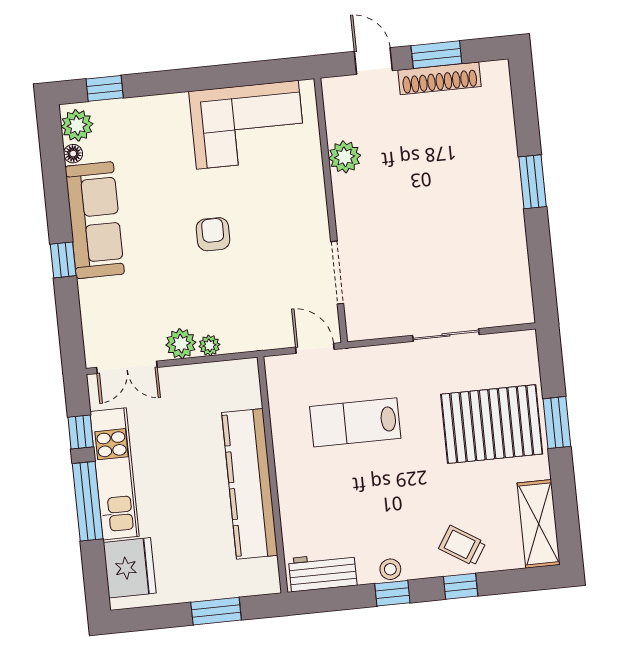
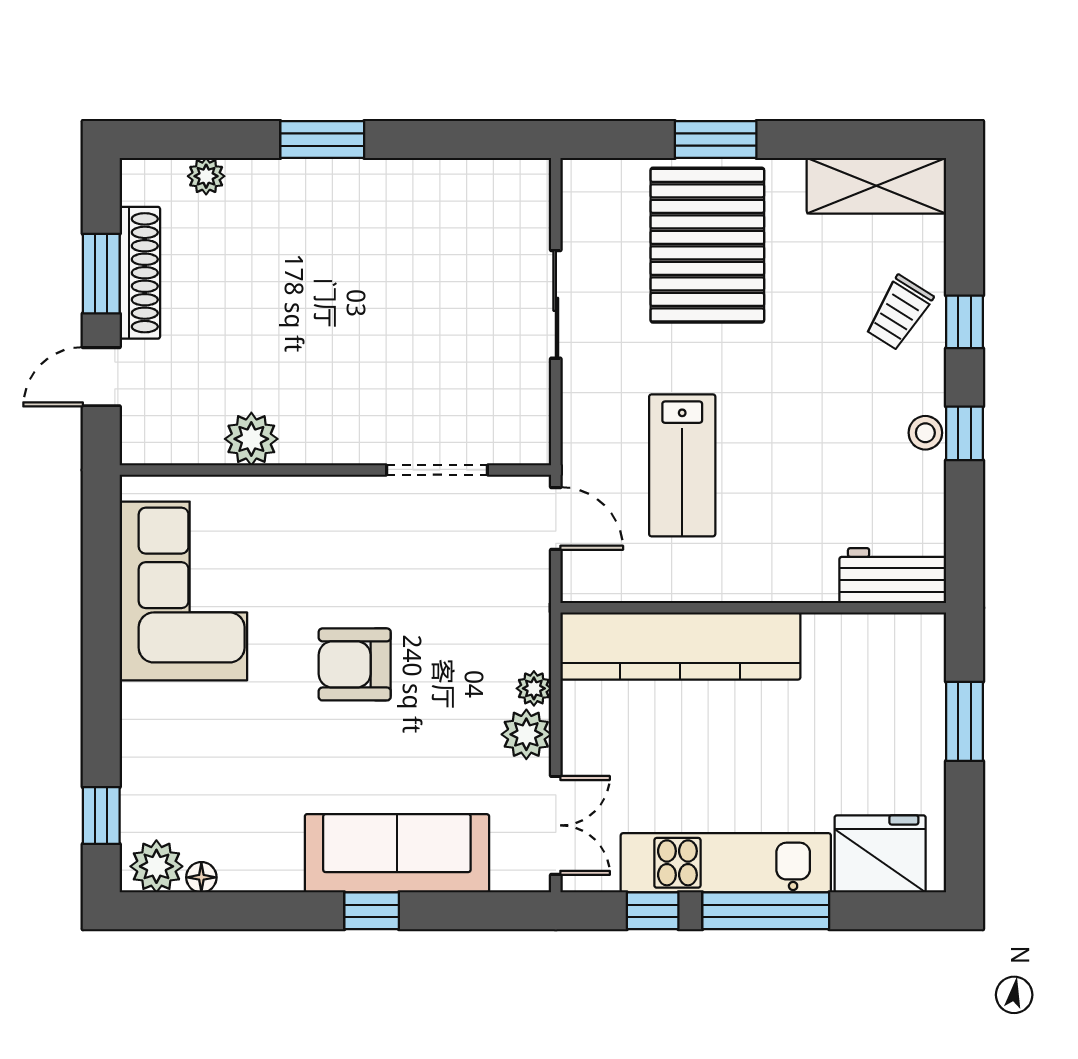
plant: (503, 113) -> (206, 176), added
sofa: (95, 220) -> (397, 853), moved
armchair: (213, 234) -> (355, 664), width x1.38, depth x1.38
door: (315, 348) -> (556, 518), swing flipped
kitchen counter: (250, 484) -> (680, 646), moved
workbench: (323, 572) -> (893, 576), moved, turned 90

